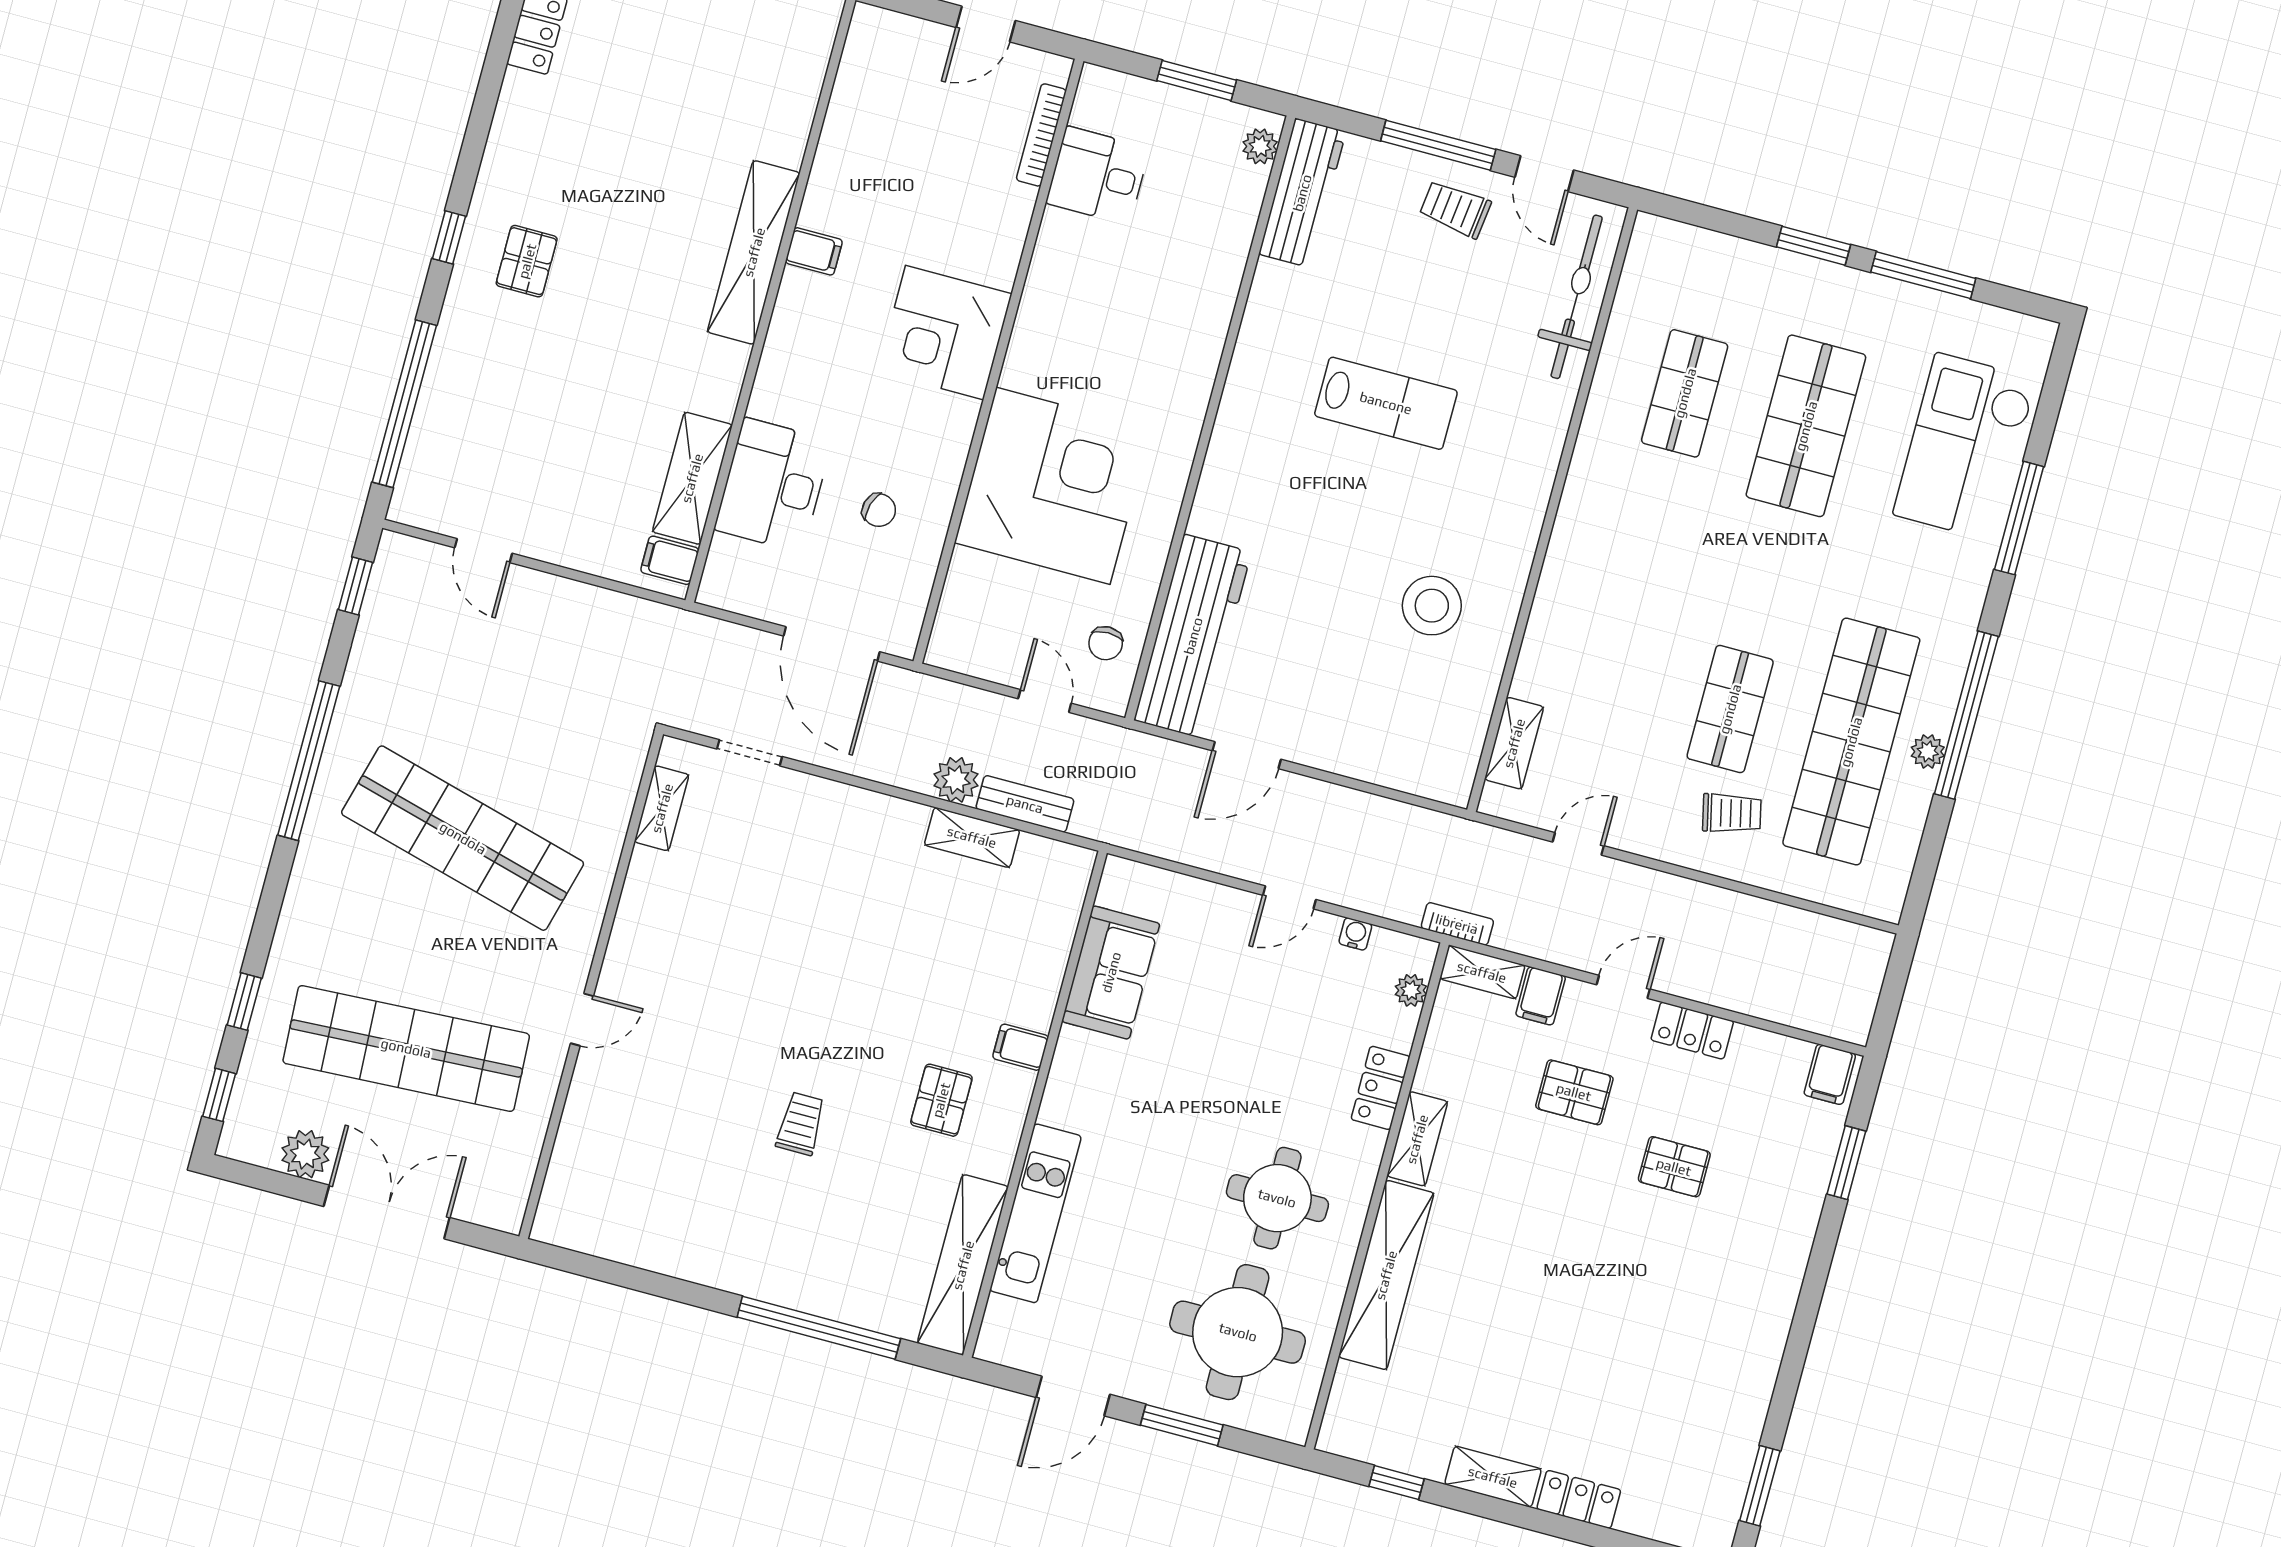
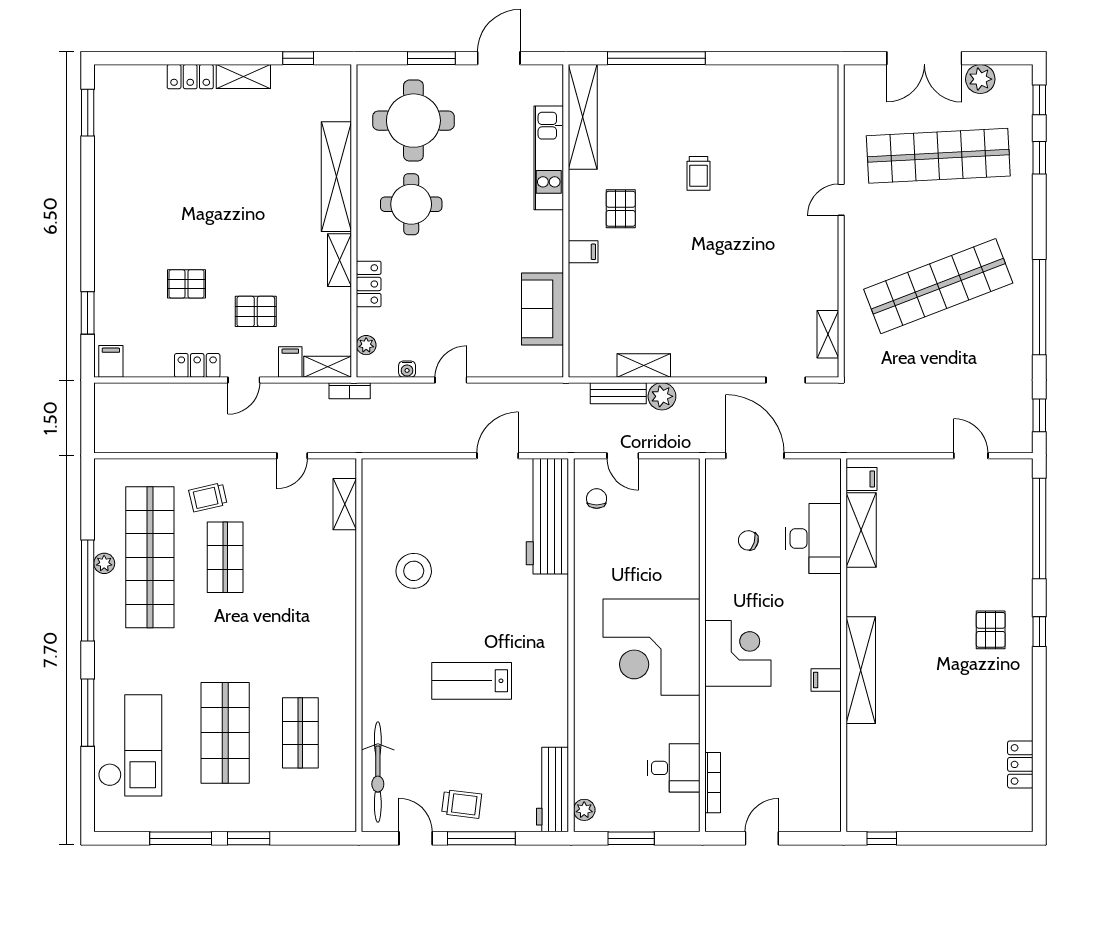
corner desk: (1053, 486) -> (651, 647), moved
shop shelf: (463, 838) -> (938, 286), turned -36

